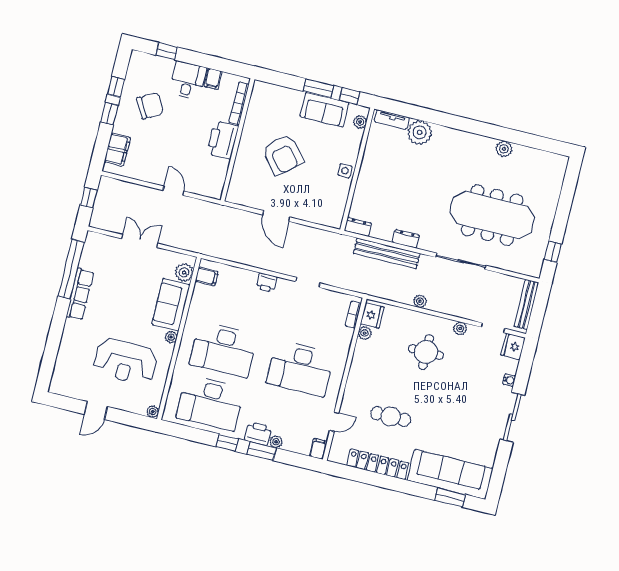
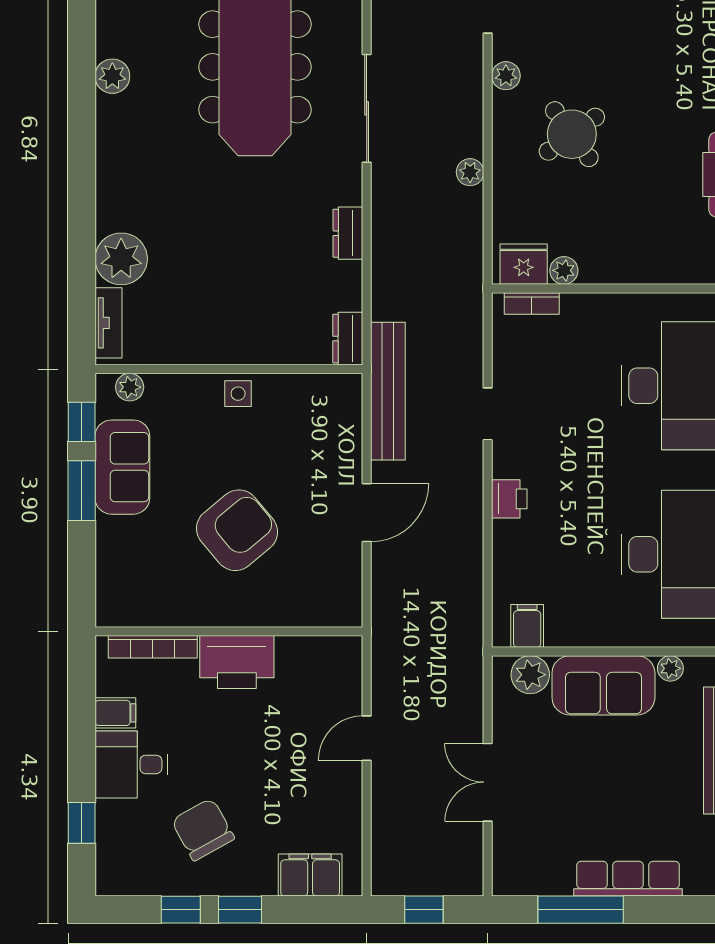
bench: (387, 253) -> (388, 391), moved
window: (71, 269) -> (581, 910), width x0.68
round table: (426, 352) -> (572, 134), turned -36

